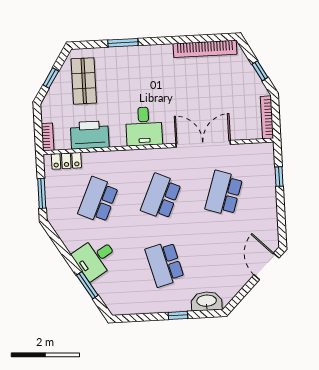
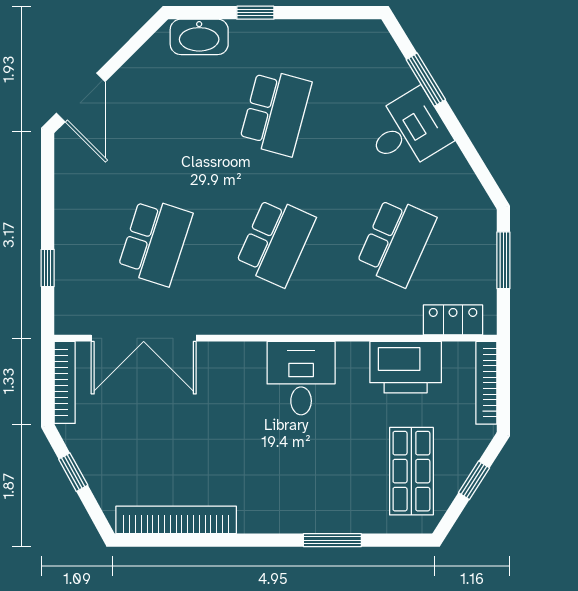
bookcase: (48, 137) -> (486, 383), width x1.56
double door: (203, 144) -> (144, 338), moved
school desk: (165, 264) -> (276, 112), turned 30

